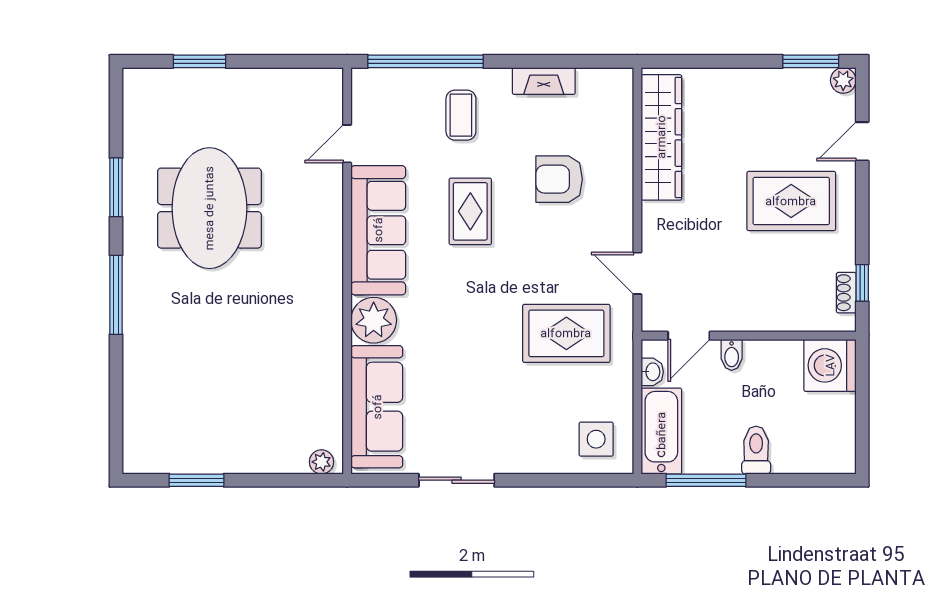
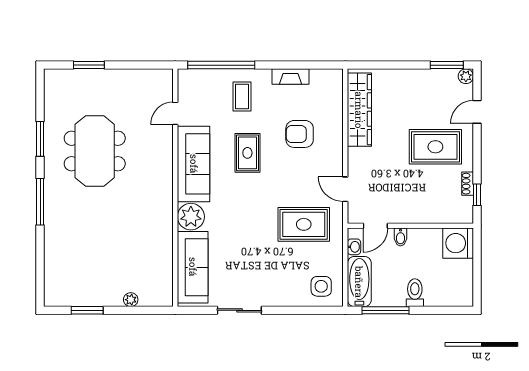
shoe rack: (846, 293) -> (468, 184), moved
plant: (321, 462) -> (131, 300), moved

